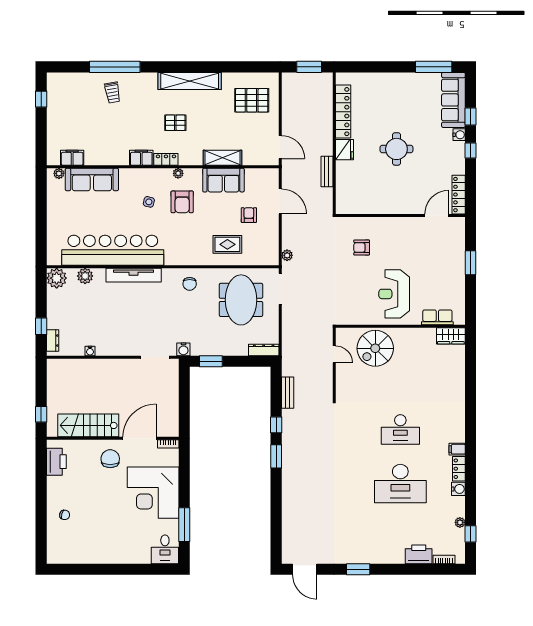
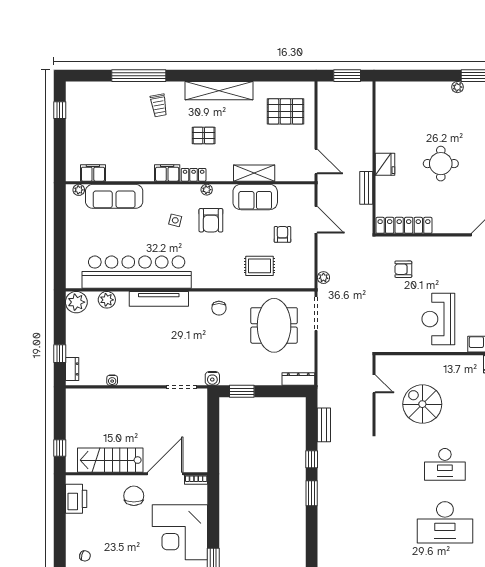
plant: (412, 78) -> (457, 87), added
trolley: (112, 93) -> (159, 105), moved
locker: (343, 112) -> (404, 225), moved, turned -90
spiral stairs: (375, 348) -> (422, 404), moved, turned 90

